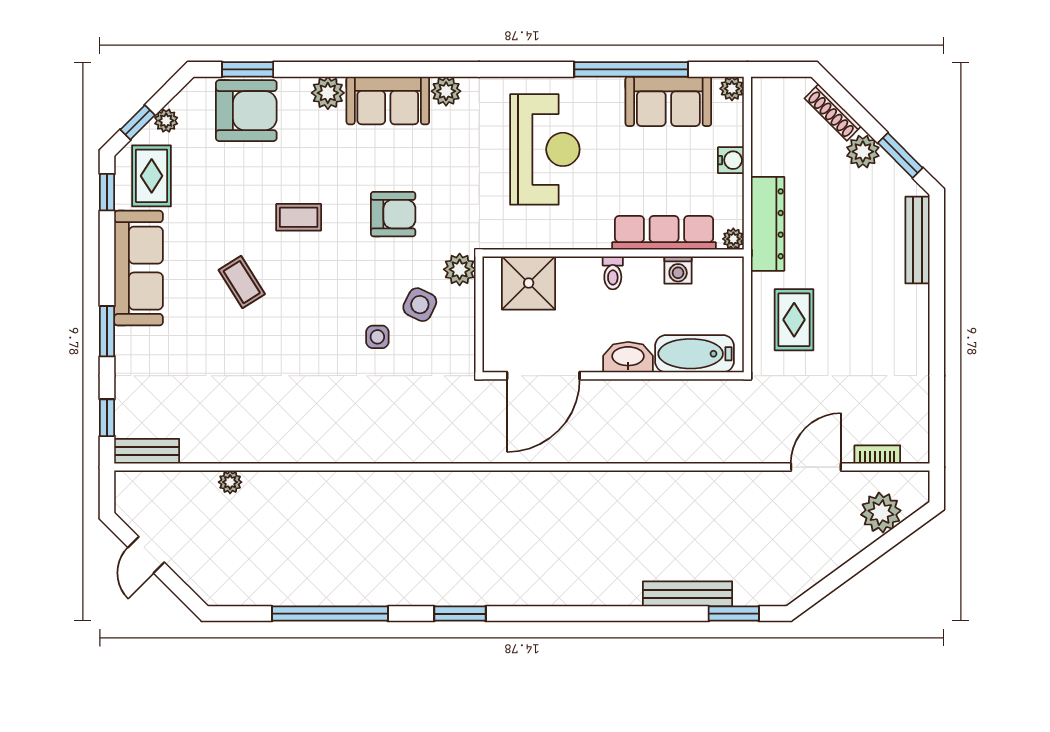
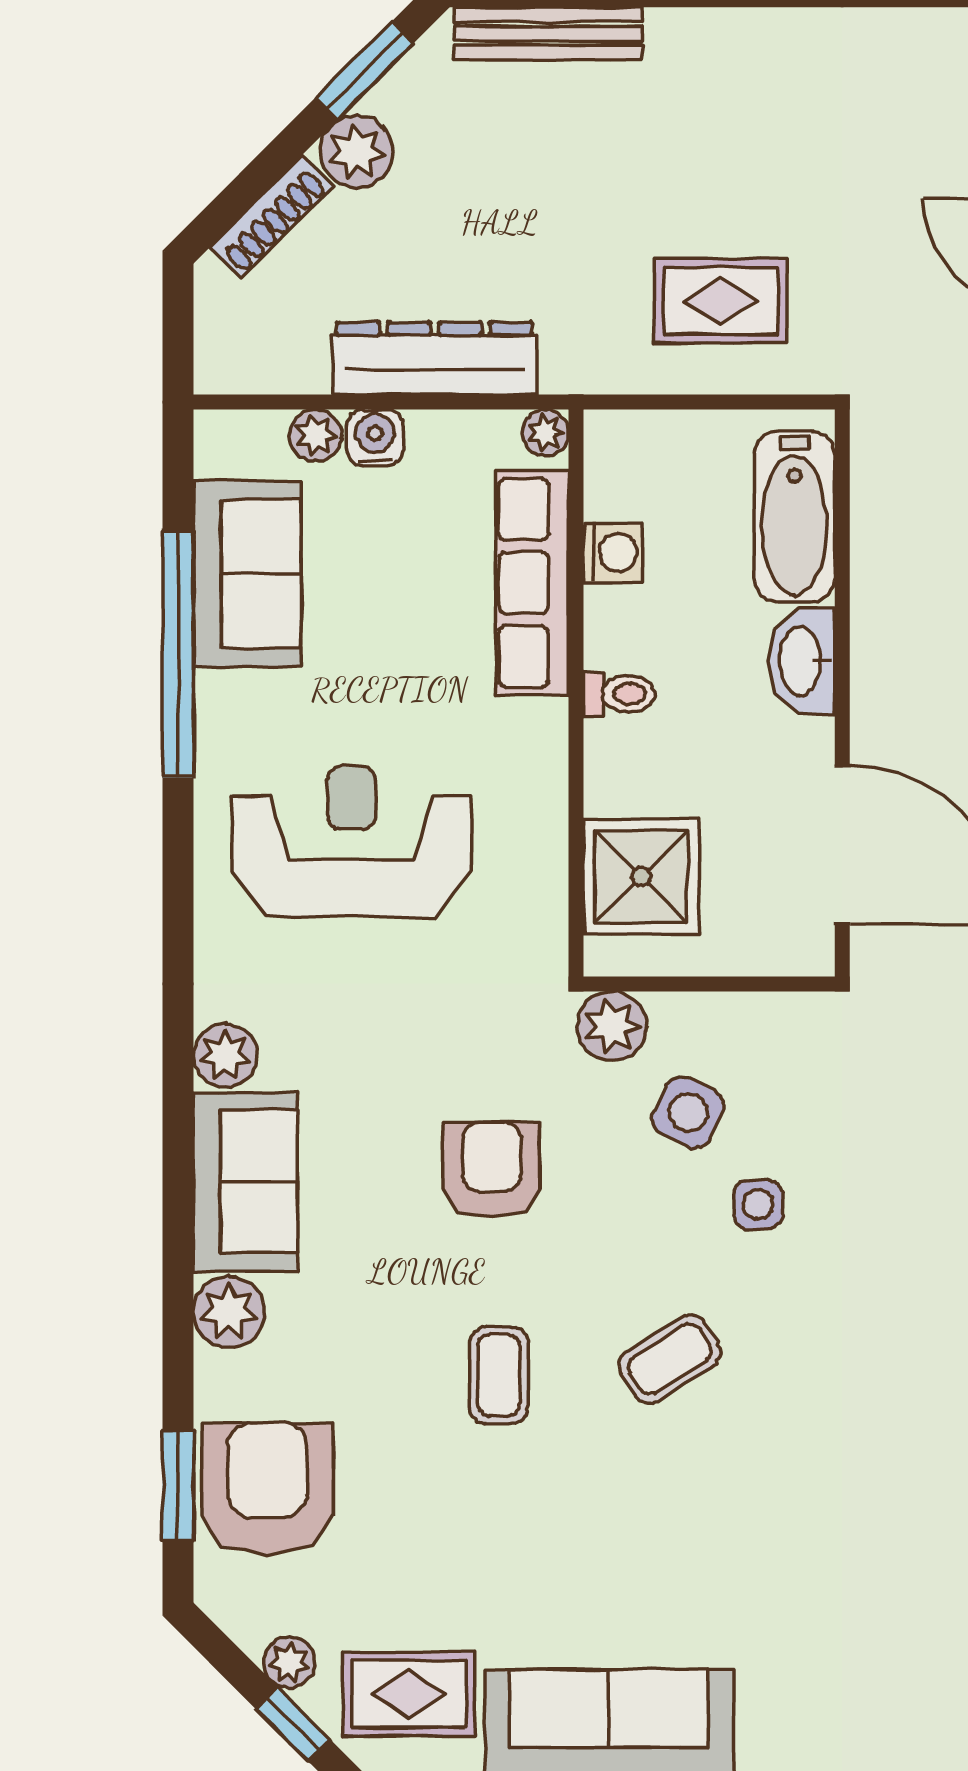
plant: (732, 89) -> (316, 436), moved
dresser: (768, 224) -> (435, 358), moved
coffee table: (242, 282) -> (670, 1359), moved

